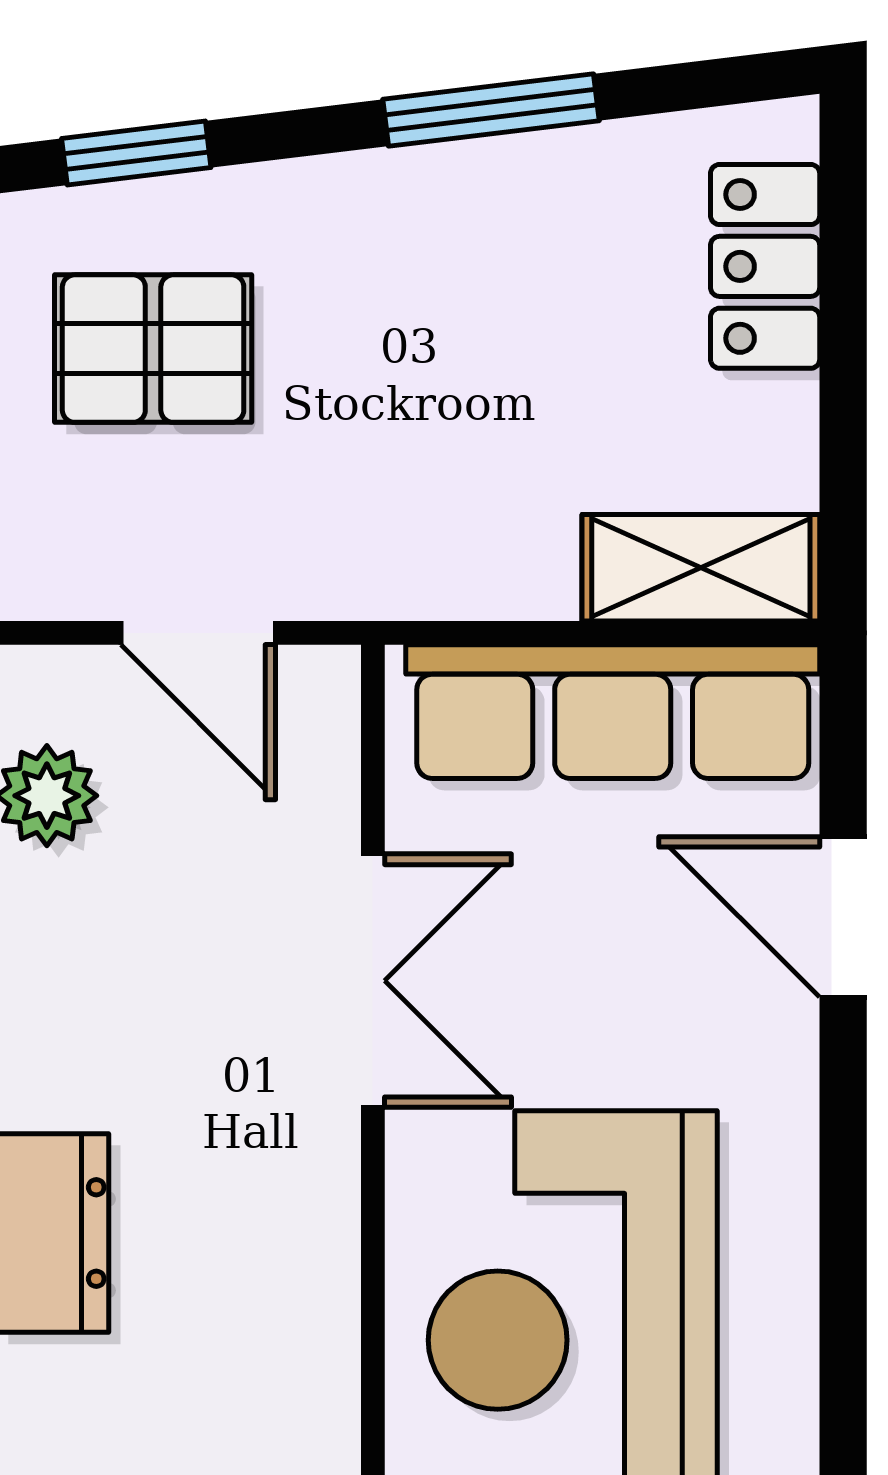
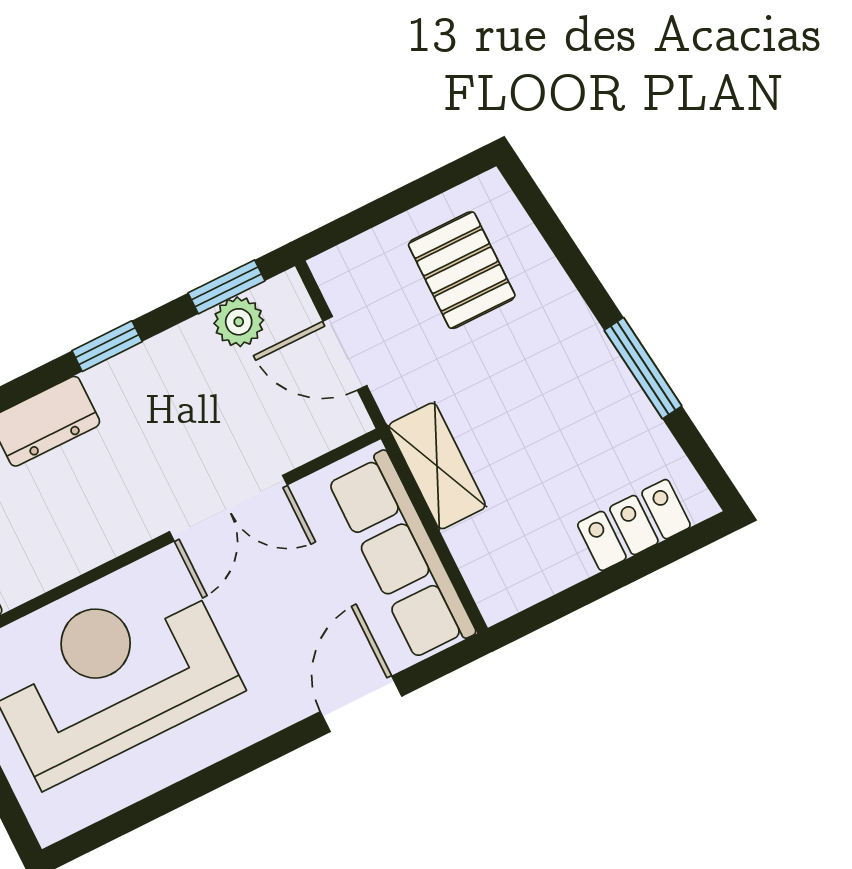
window: (136, 153) -> (545, 219), removed
shelving: (701, 568) -> (437, 466), moved
door: (198, 633) -> (345, 353), hinge flipped

